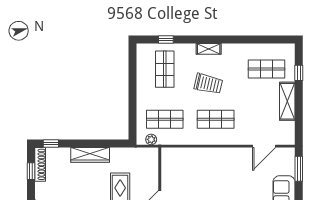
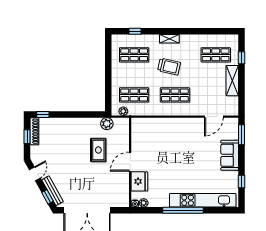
shop shelf: (165, 69) -> (134, 55), turned 90
wardrobe: (90, 155) -> (74, 124), removed
plant: (131, 155) -> (107, 124), added

